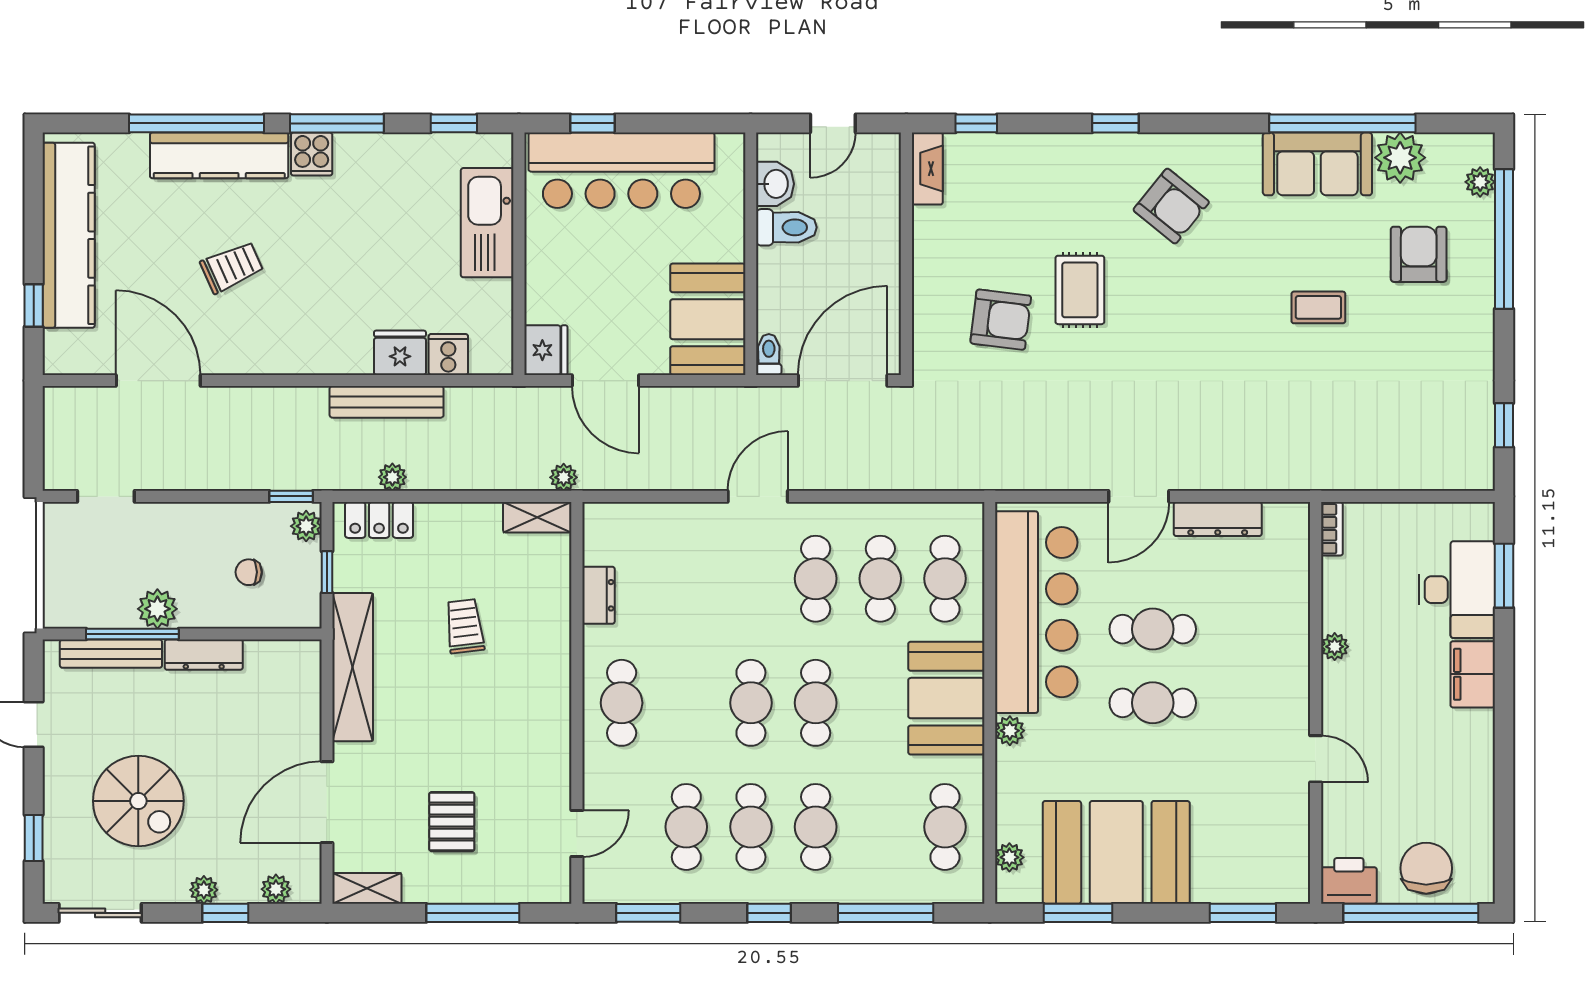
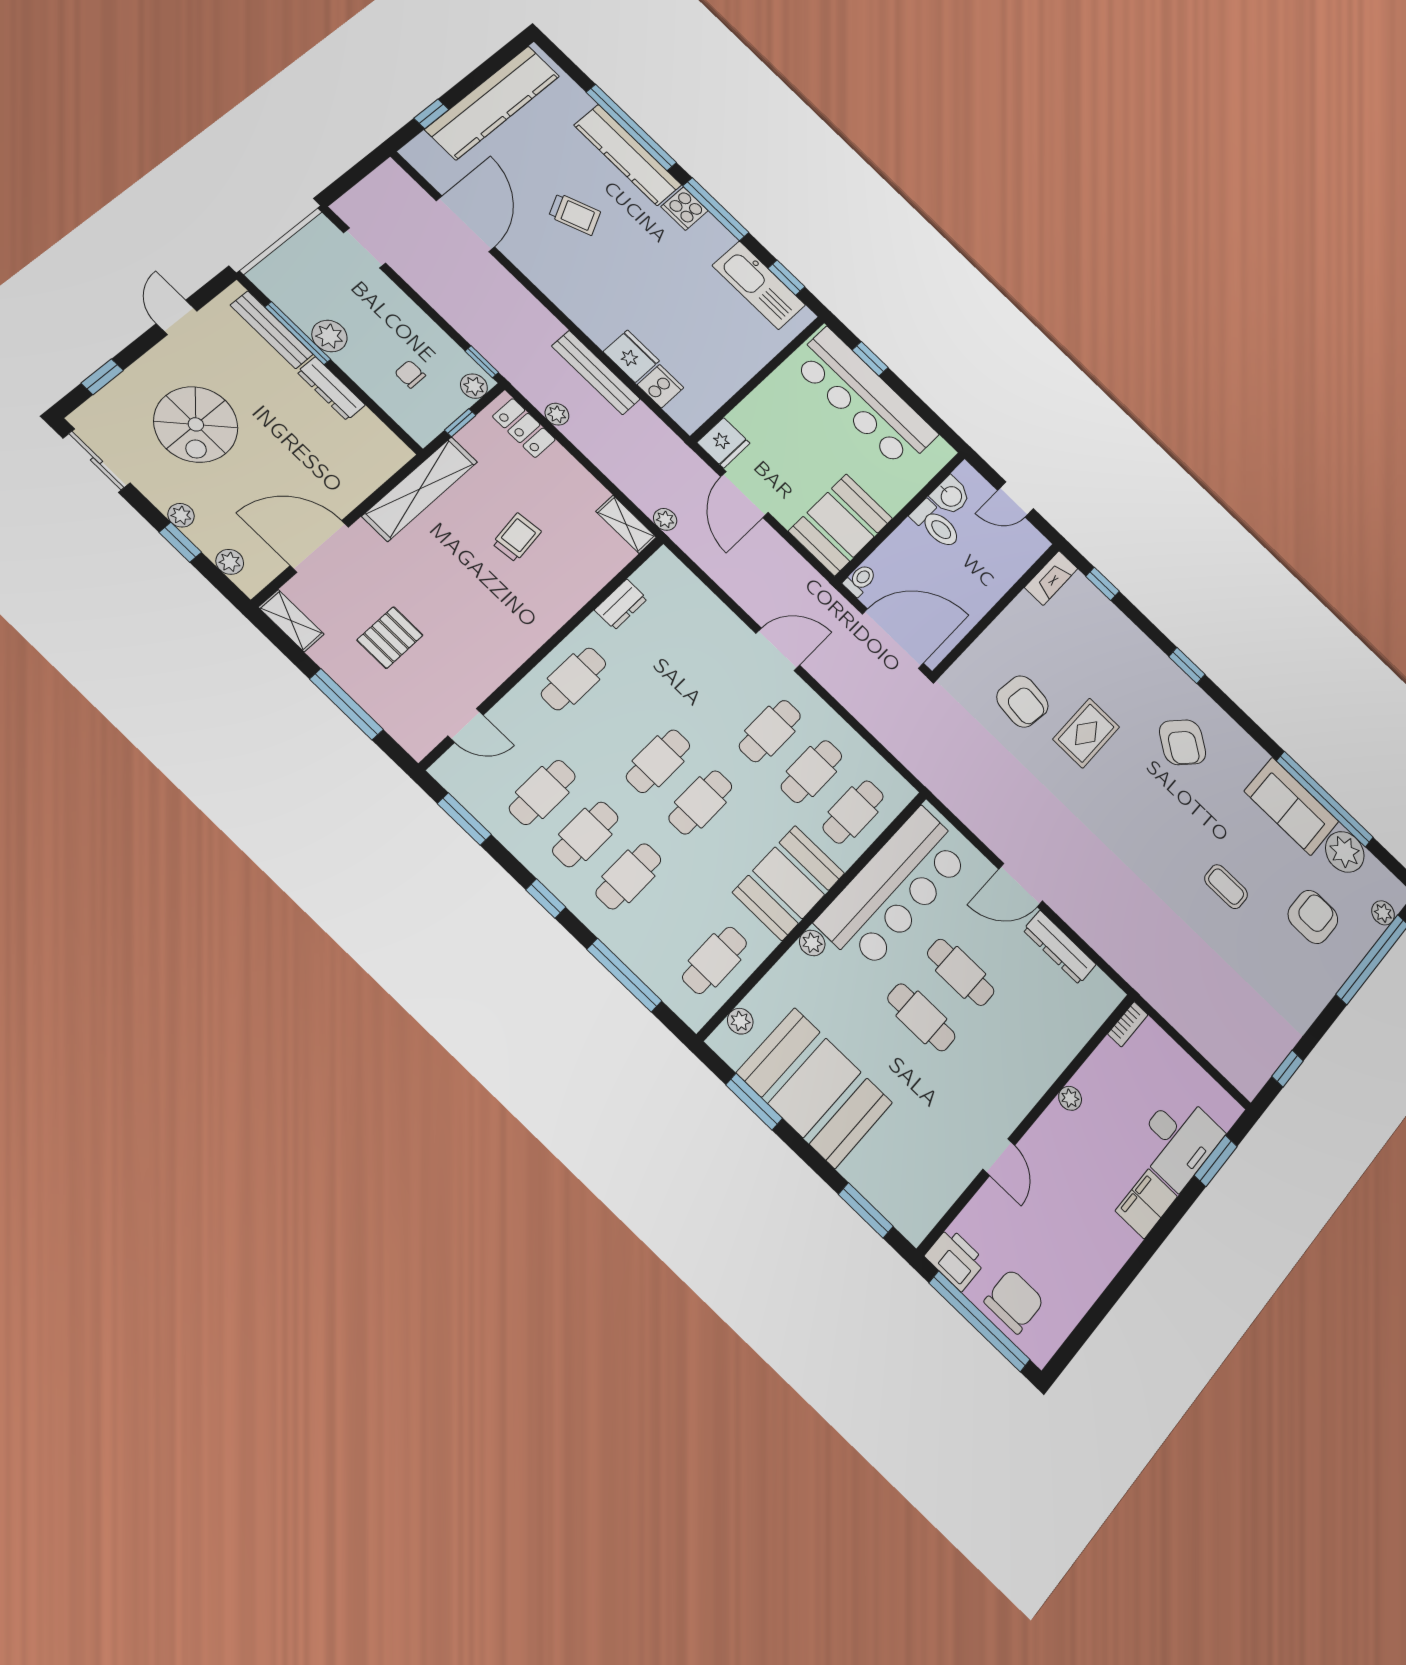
kitchen sink: (487, 223) -> (759, 285), moved, turned -90

